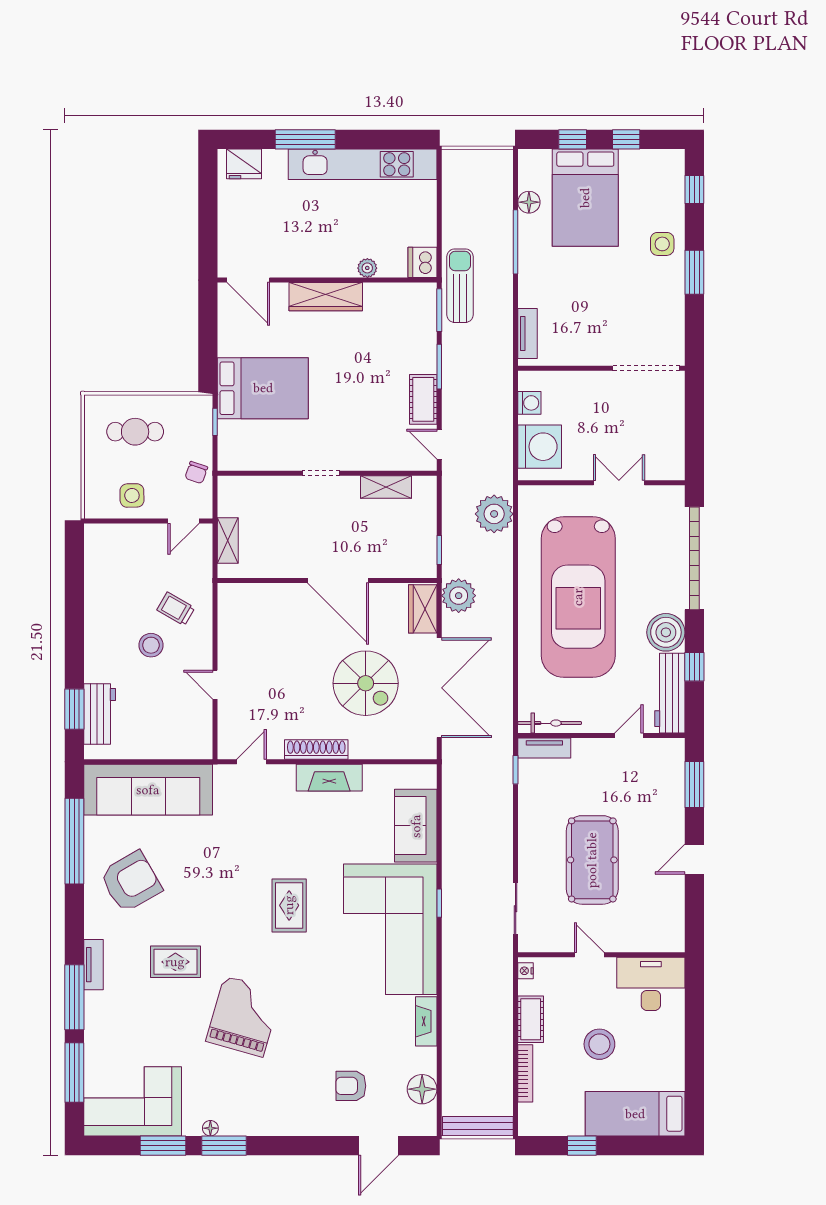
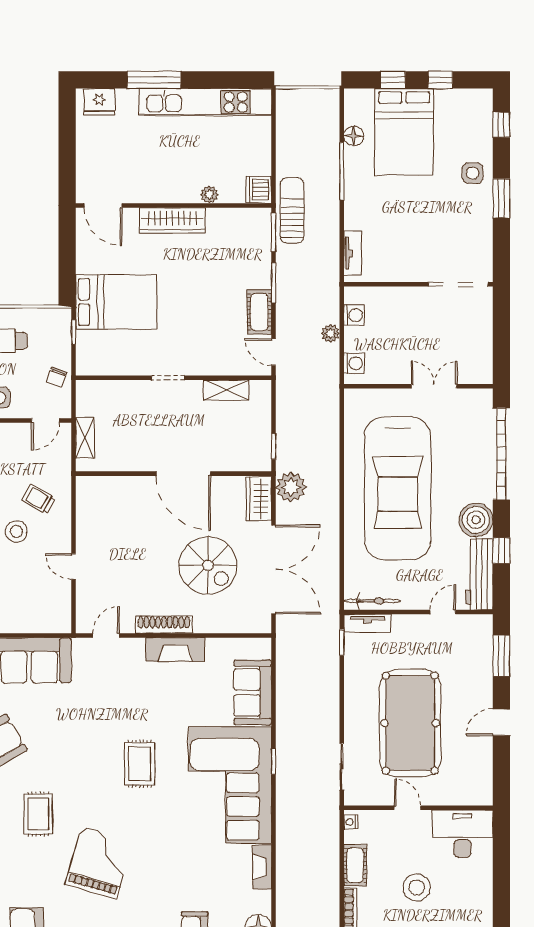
washing machine: (540, 447) -> (354, 363), width x0.53, depth x0.53
plant: (494, 514) -> (331, 333), moved, width x0.53, depth x0.53
pool table: (592, 860) -> (410, 723), width x1.36, depth x1.32
rug: (175, 962) -> (38, 814), turned 90

